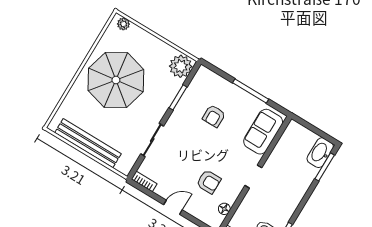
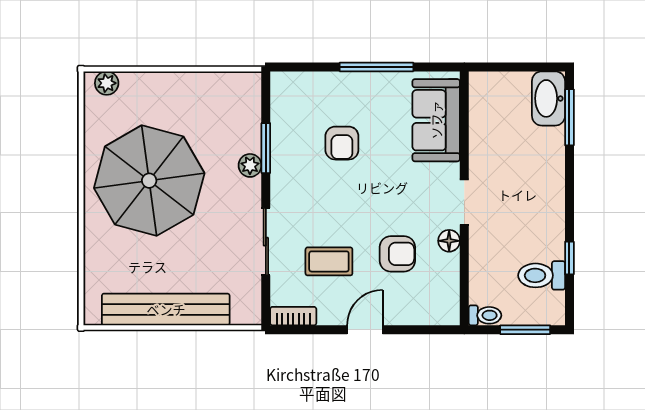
plant: (181, 66) -> (250, 165), moved, width x0.53, depth x0.53
coffee table: (175, 166) -> (329, 261), added
floor lamp: (224, 209) -> (449, 241), moved

